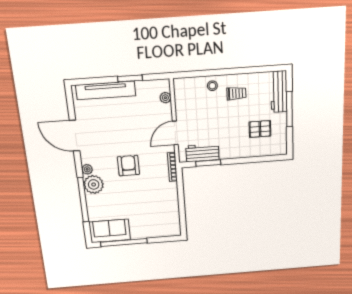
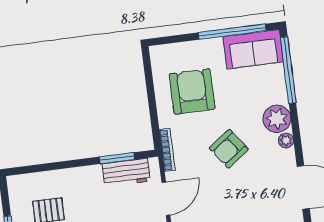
armchair: (128, 166) -> (229, 149), turned 54
window: (83, 200) -> (288, 70), moved
armchair: (153, 205) -> (192, 91), added

